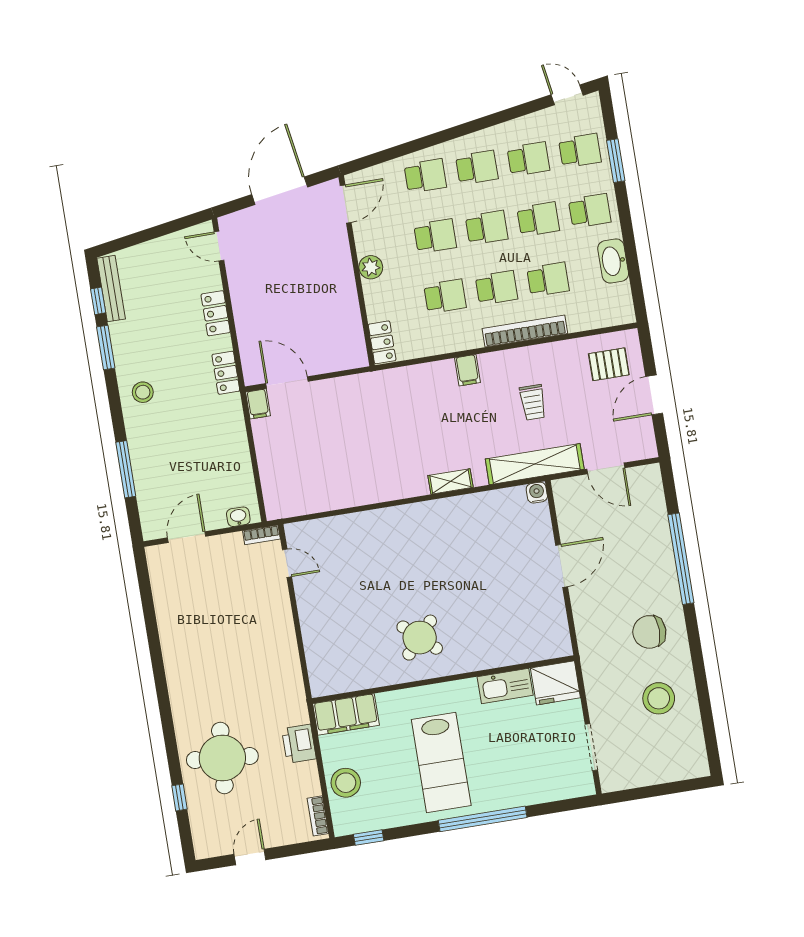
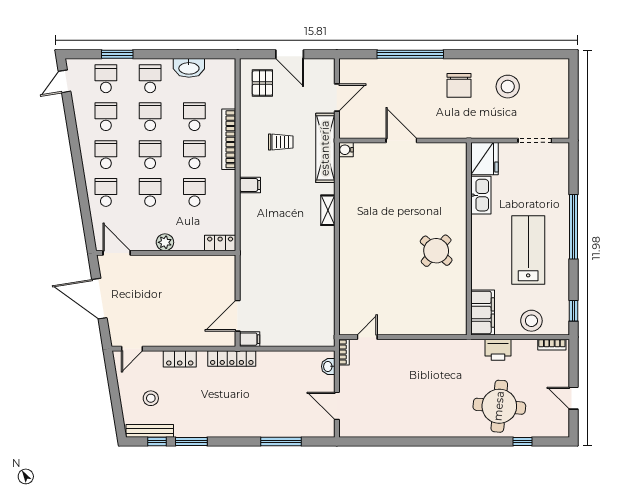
locker: (226, 373) -> (232, 358), width x1.53
stool: (143, 392) -> (151, 398), moved
lab bench: (441, 762) -> (528, 250), turned -90

